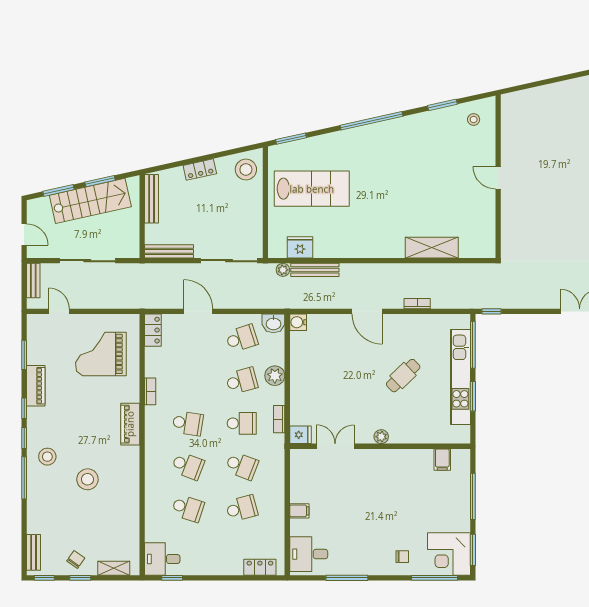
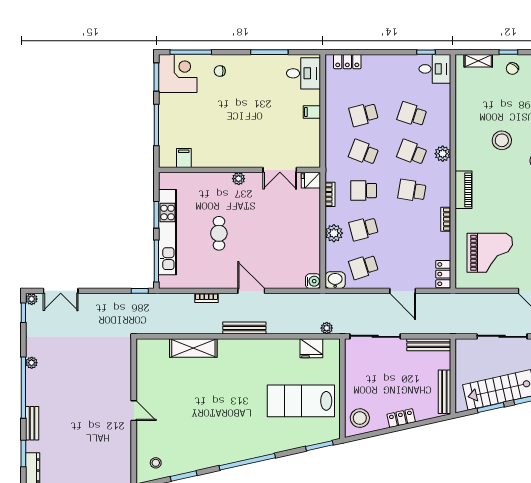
bench: (315, 270) -> (244, 328), moved
cafe table: (403, 376) -> (219, 233), turned -46
plant: (154, 464) -> (443, 154), added

